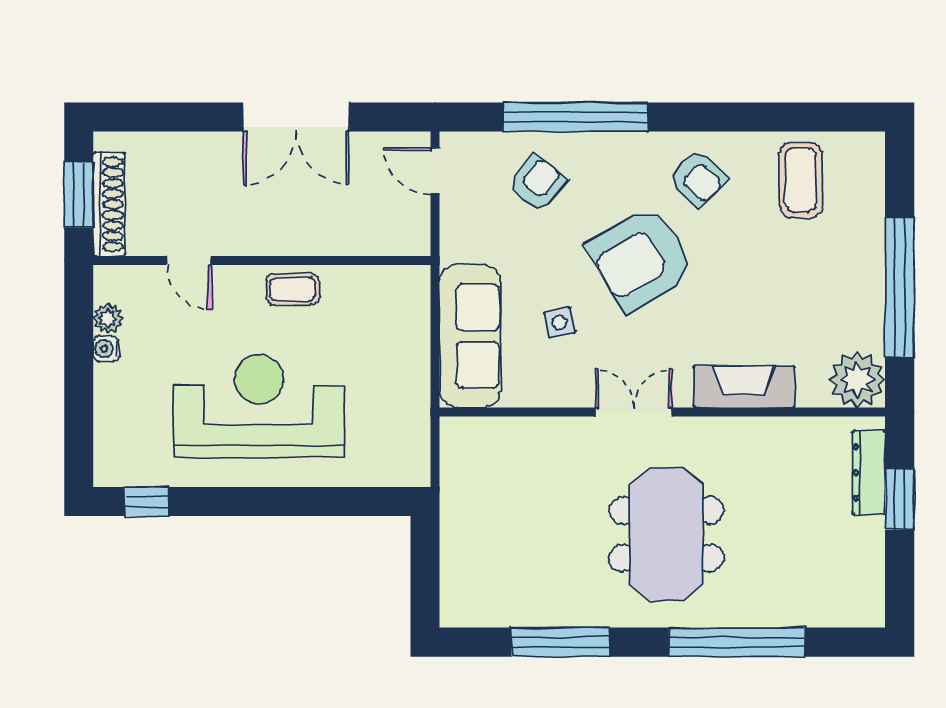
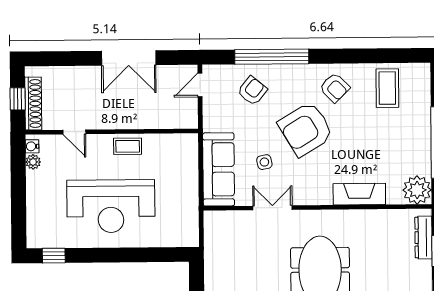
door: (435, 171) -> (200, 85), hinge flipped
window: (79, 195) -> (18, 99), width x0.67
water cooler: (106, 349) -> (32, 146), moved
reception desk: (259, 406) -> (111, 206), turned 180
double door: (634, 412) -> (272, 208), moved

